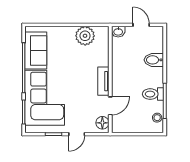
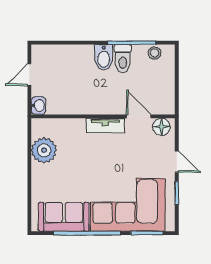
bidet: (154, 60) -> (104, 57), moved

